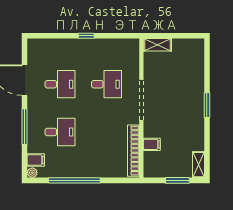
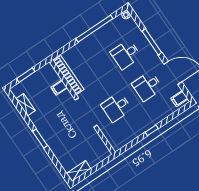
shelving: (157, 45) -> (79, 171), moved
filing cabinet: (36, 160) -> (179, 99), moved
shelving: (198, 165) -> (25, 105), moved

